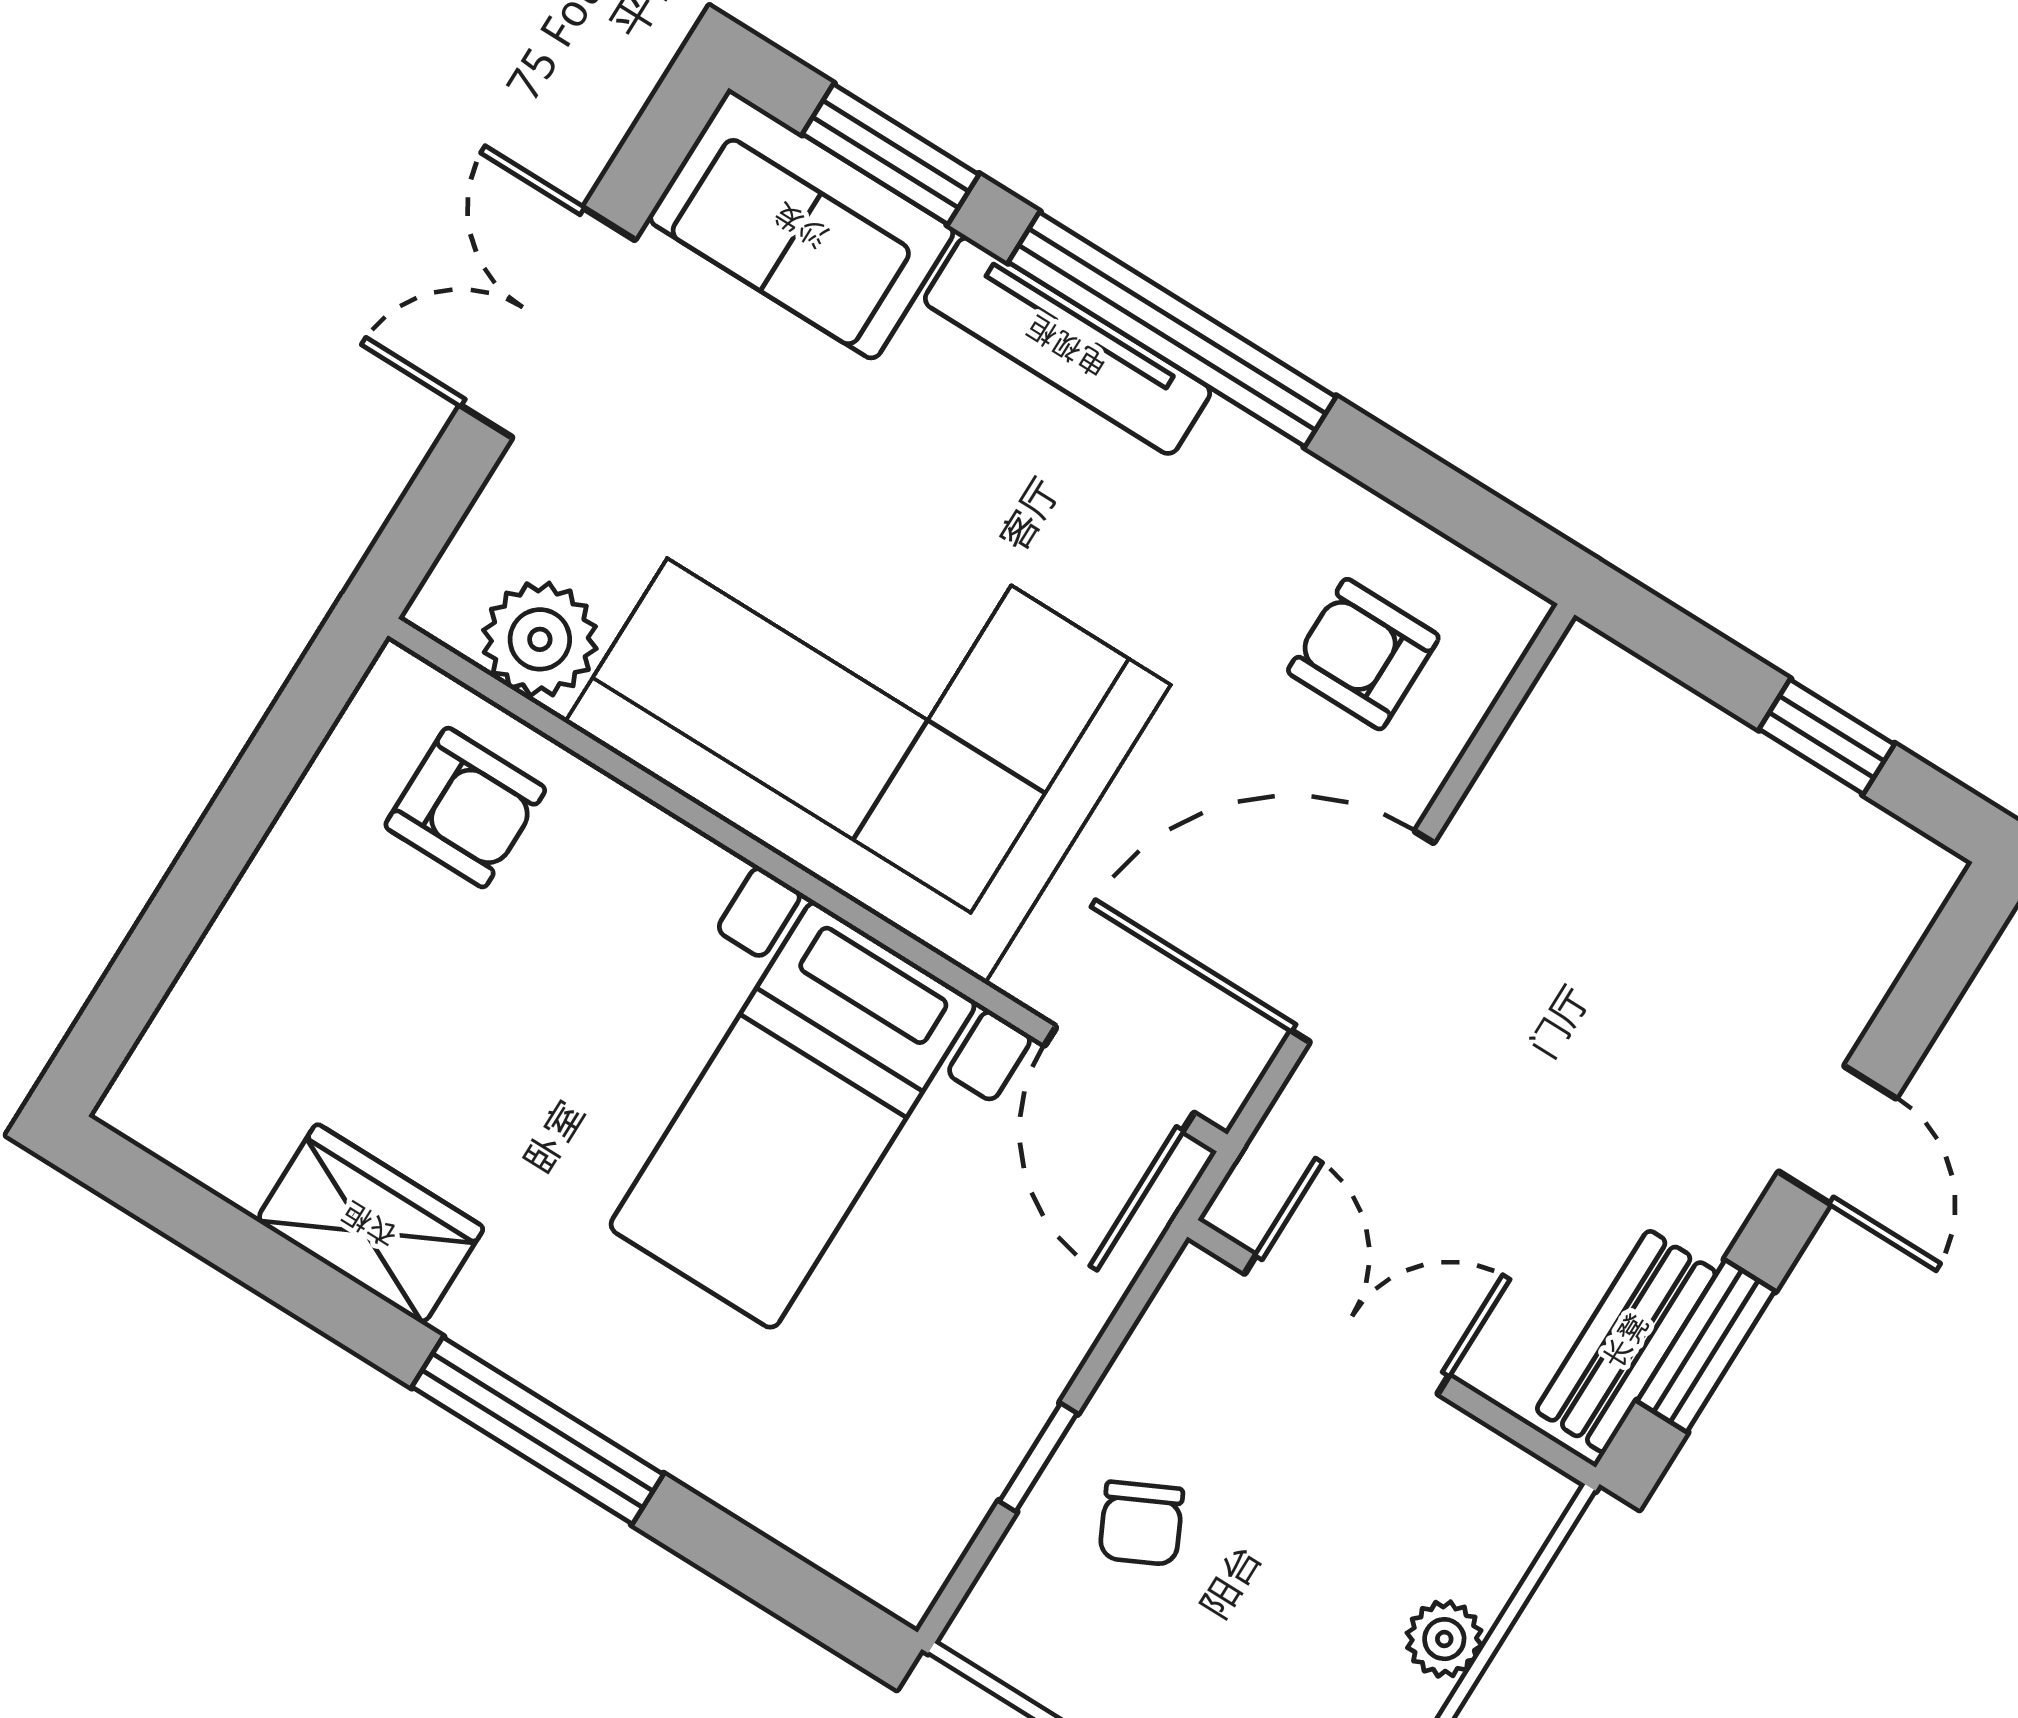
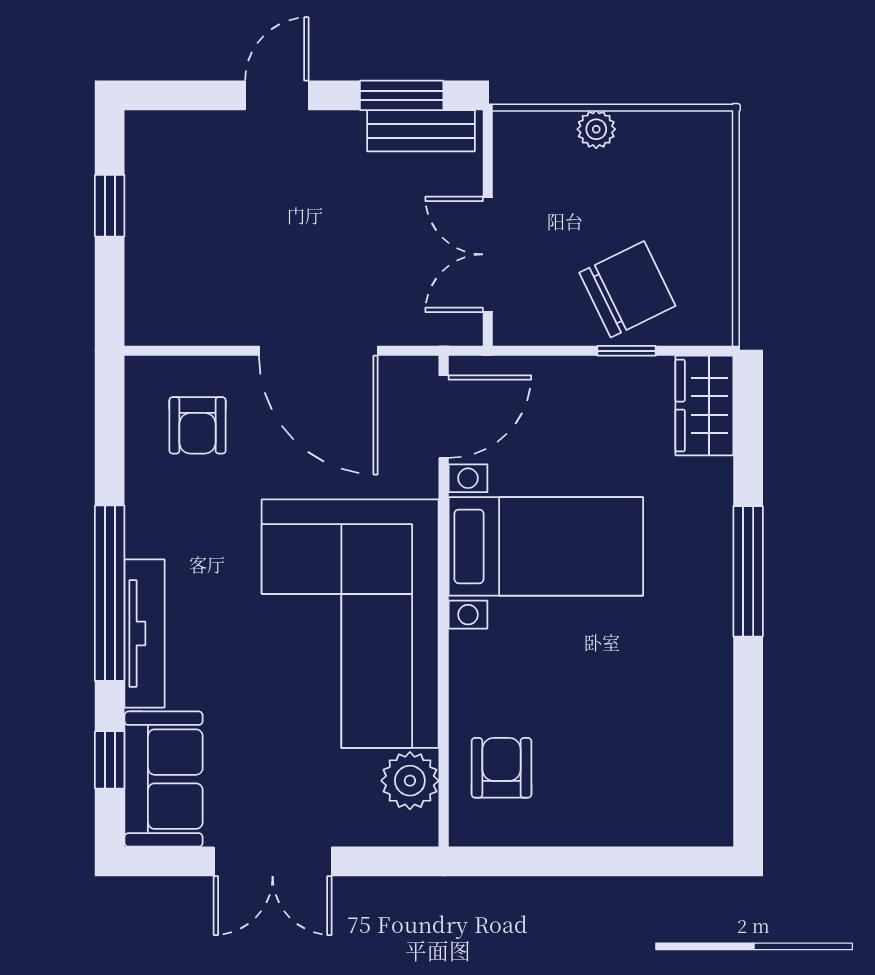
window: (891, 154) -> (110, 760), width x0.67
wardrobe: (370, 1224) -> (704, 406), moved
chair: (1141, 1523) -> (627, 289), width x1.87, depth x1.87

